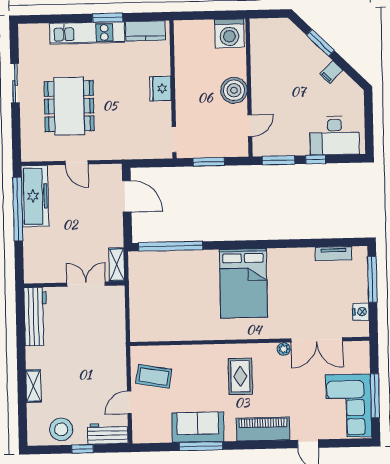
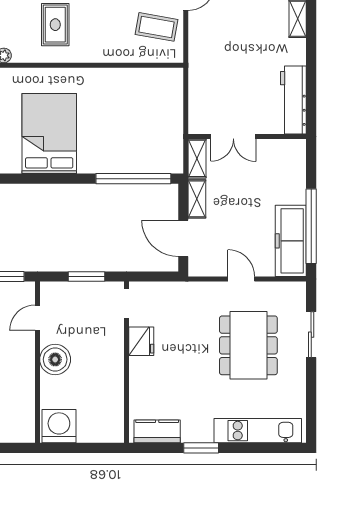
kitchen unit: (87, 33) -> (258, 431), moved
sliding door: (15, 83) -> (311, 335), moved
fridge: (160, 89) -> (141, 341), moved
shelving: (116, 230) -> (197, 199), added

